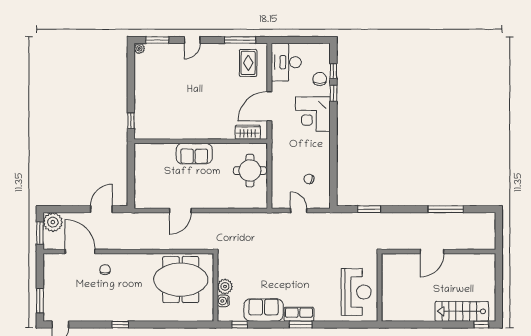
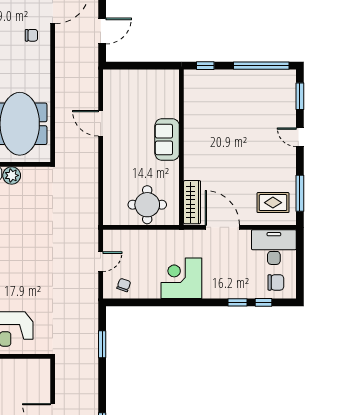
plant: (139, 48) -> (290, 75), removed
window: (131, 73) -> (261, 66), added
chair: (320, 79) -> (276, 282), moved
corner desk: (313, 114) -> (181, 278), moved
wardrobe: (248, 132) -> (192, 202), width x1.50
chair: (309, 179) -> (124, 285), moved
door: (101, 209) -> (102, 31), hinge flipped

